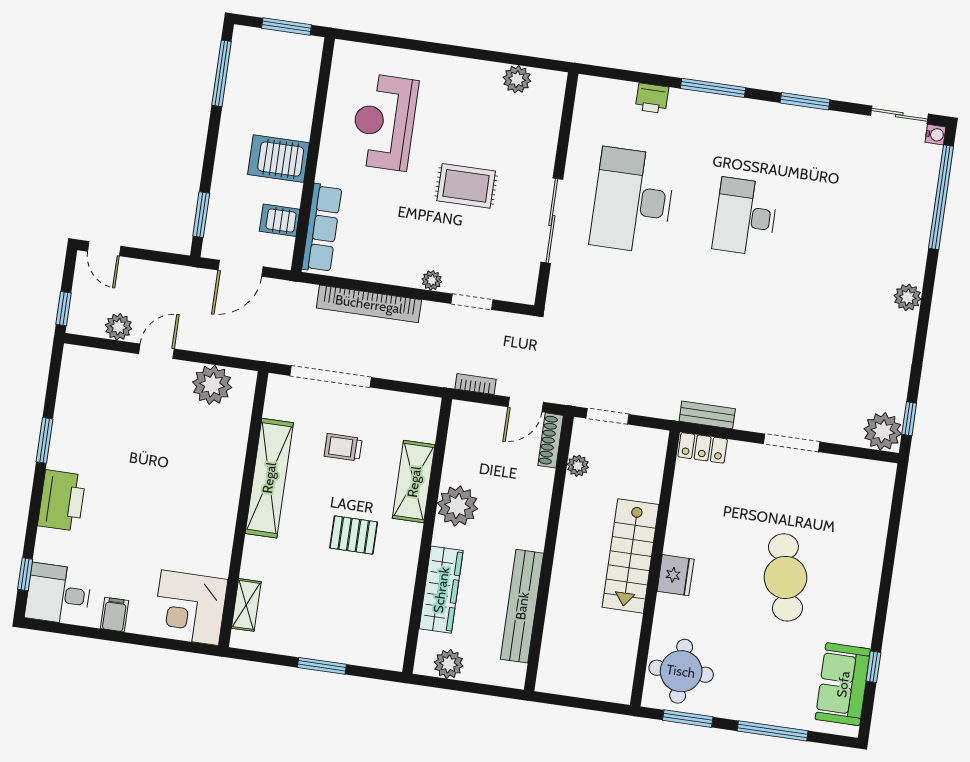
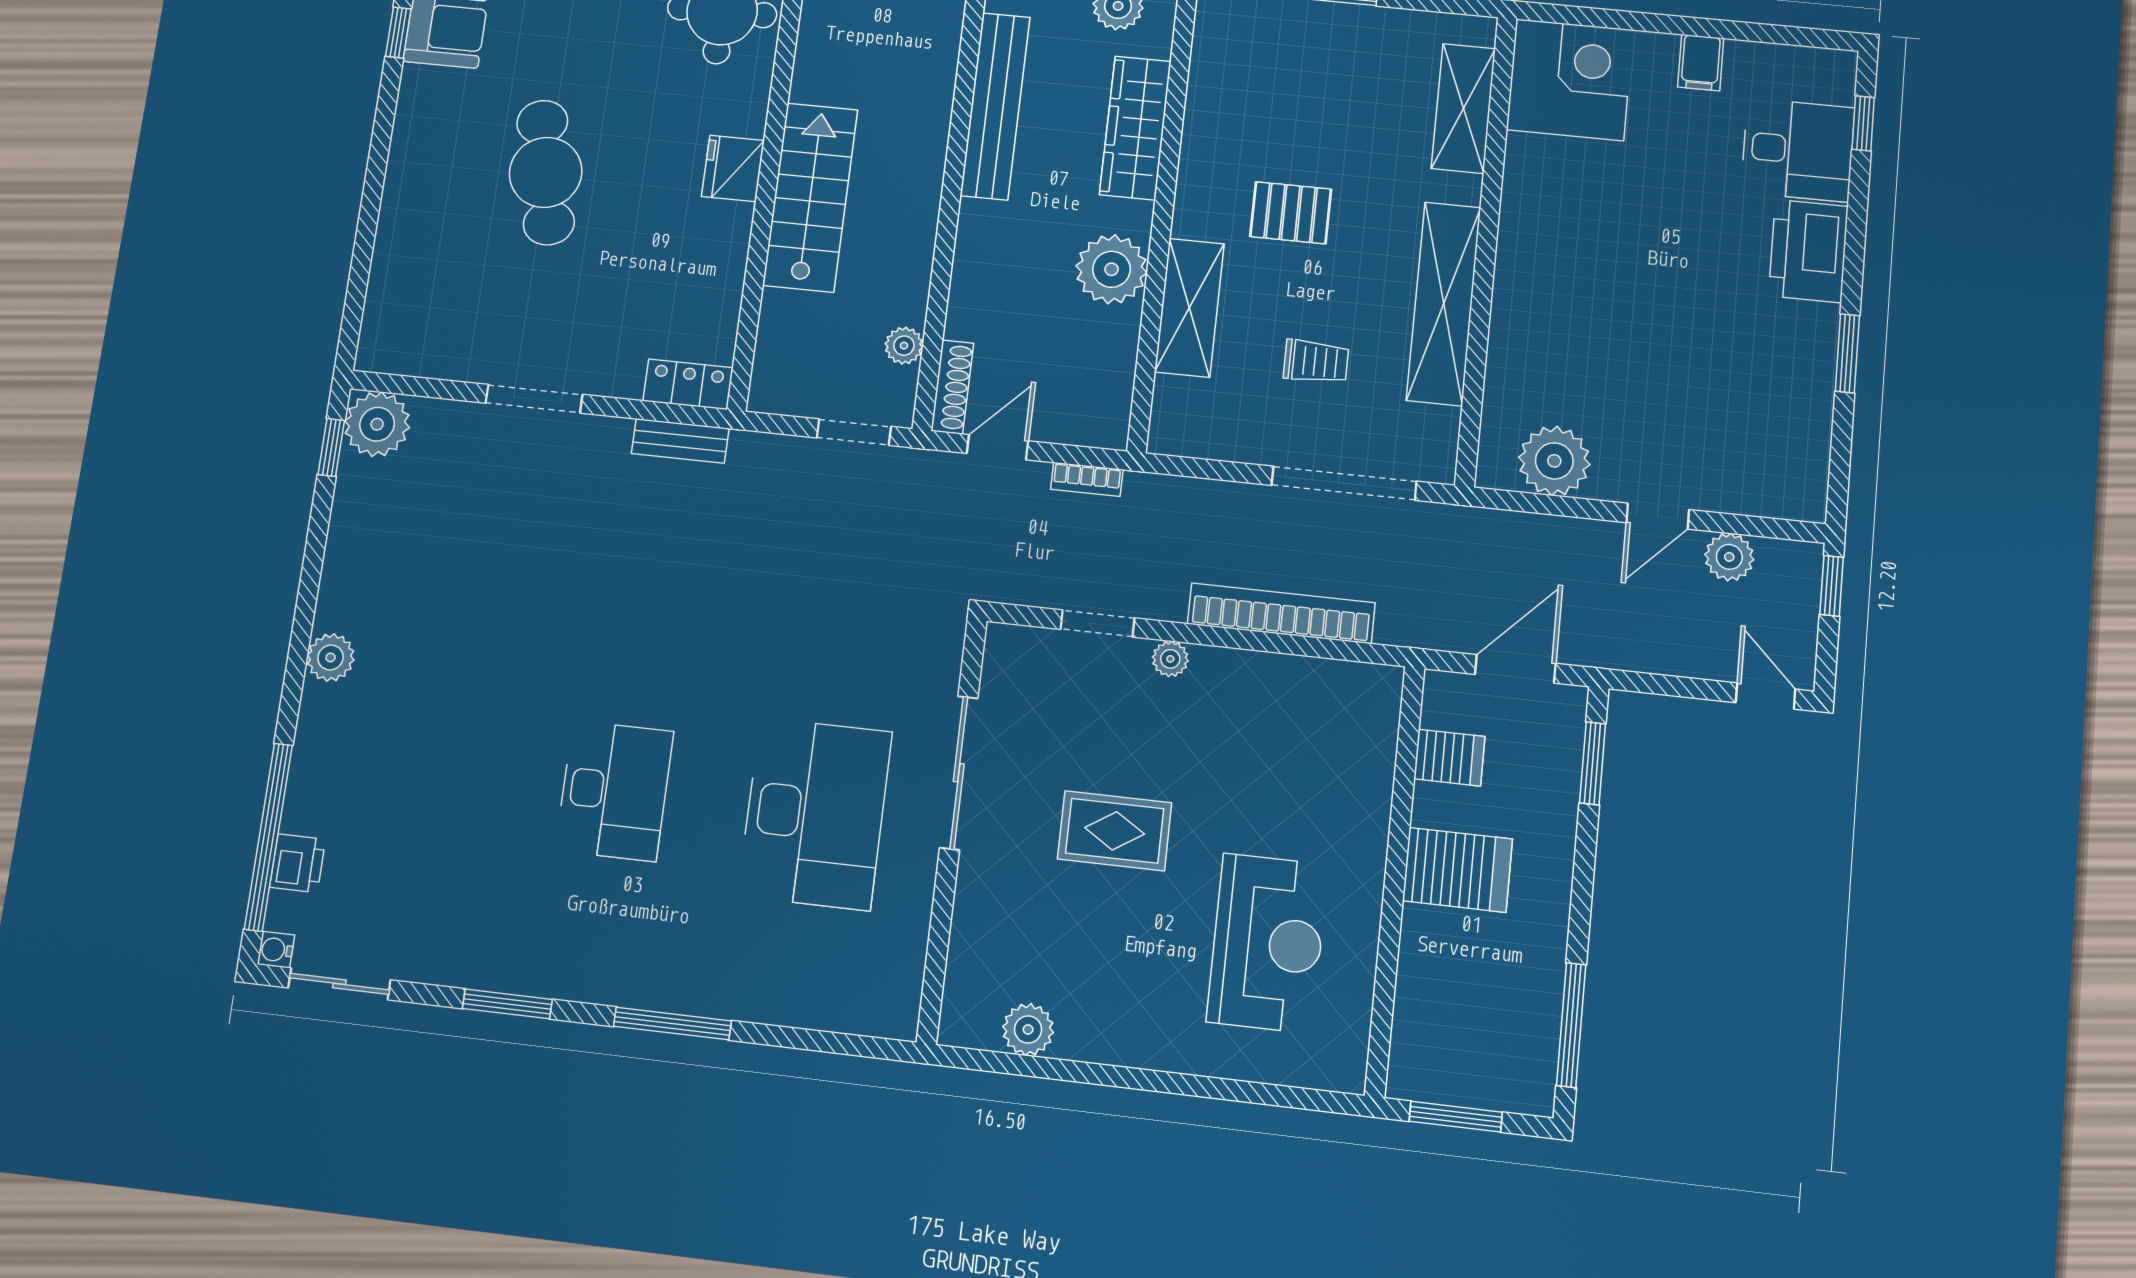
printer: (652, 98) -> (298, 863), moved, turned 90
row of seats: (322, 228) -> (1372, 746), removed
desk: (58, 594) -> (1798, 150), moved
shelving: (246, 605) -> (1463, 108), width x1.50, depth x1.33

